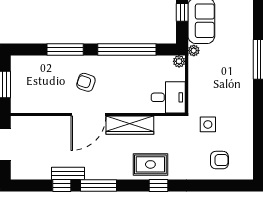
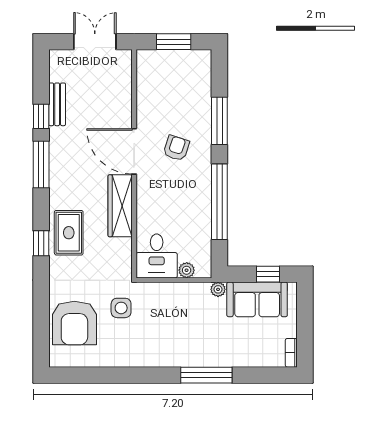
plant: (179, 61) -> (187, 270), moved
armchair: (219, 160) -> (74, 323), width x1.88, depth x1.88
bench: (68, 173) -> (57, 104), moved

